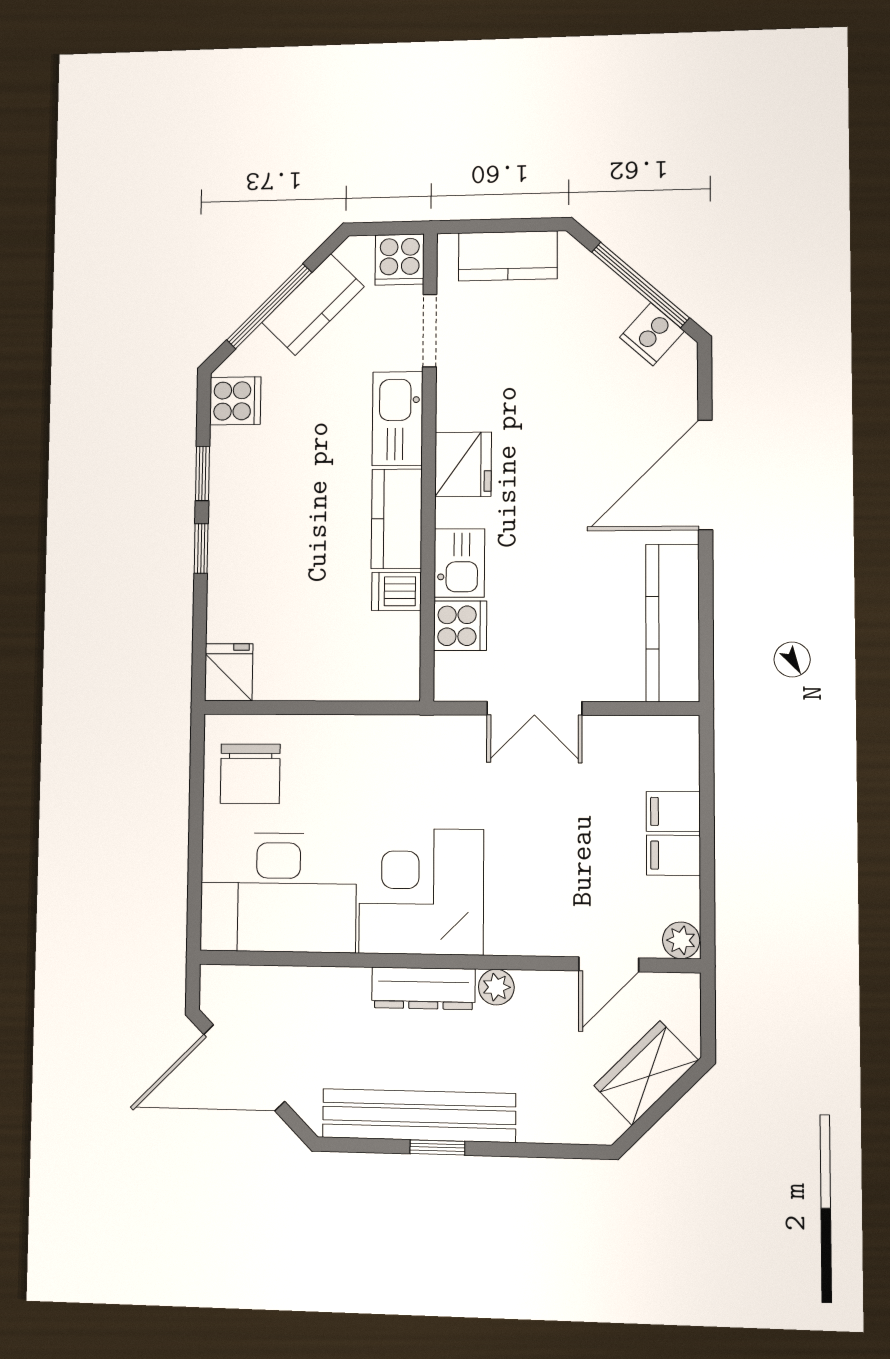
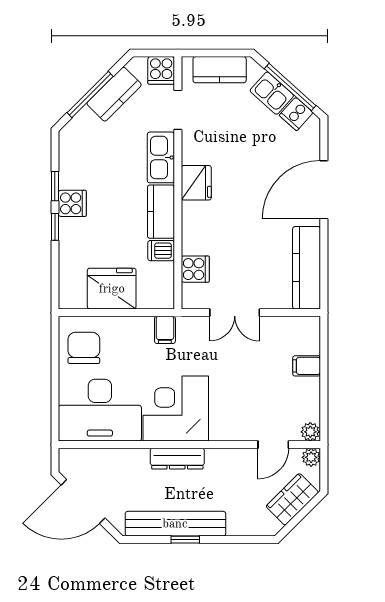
cooker: (235, 401) -> (72, 203), moved
kitchen sink: (459, 563) -> (272, 93), moved, turned 132
fridge: (229, 672) -> (112, 289), moved, width x1.88, depth x1.34
chair: (250, 774) -> (84, 348), turned 180
filing cabinet: (673, 855) -> (165, 330), moved, turned -90
plant: (496, 987) -> (311, 457), moved

